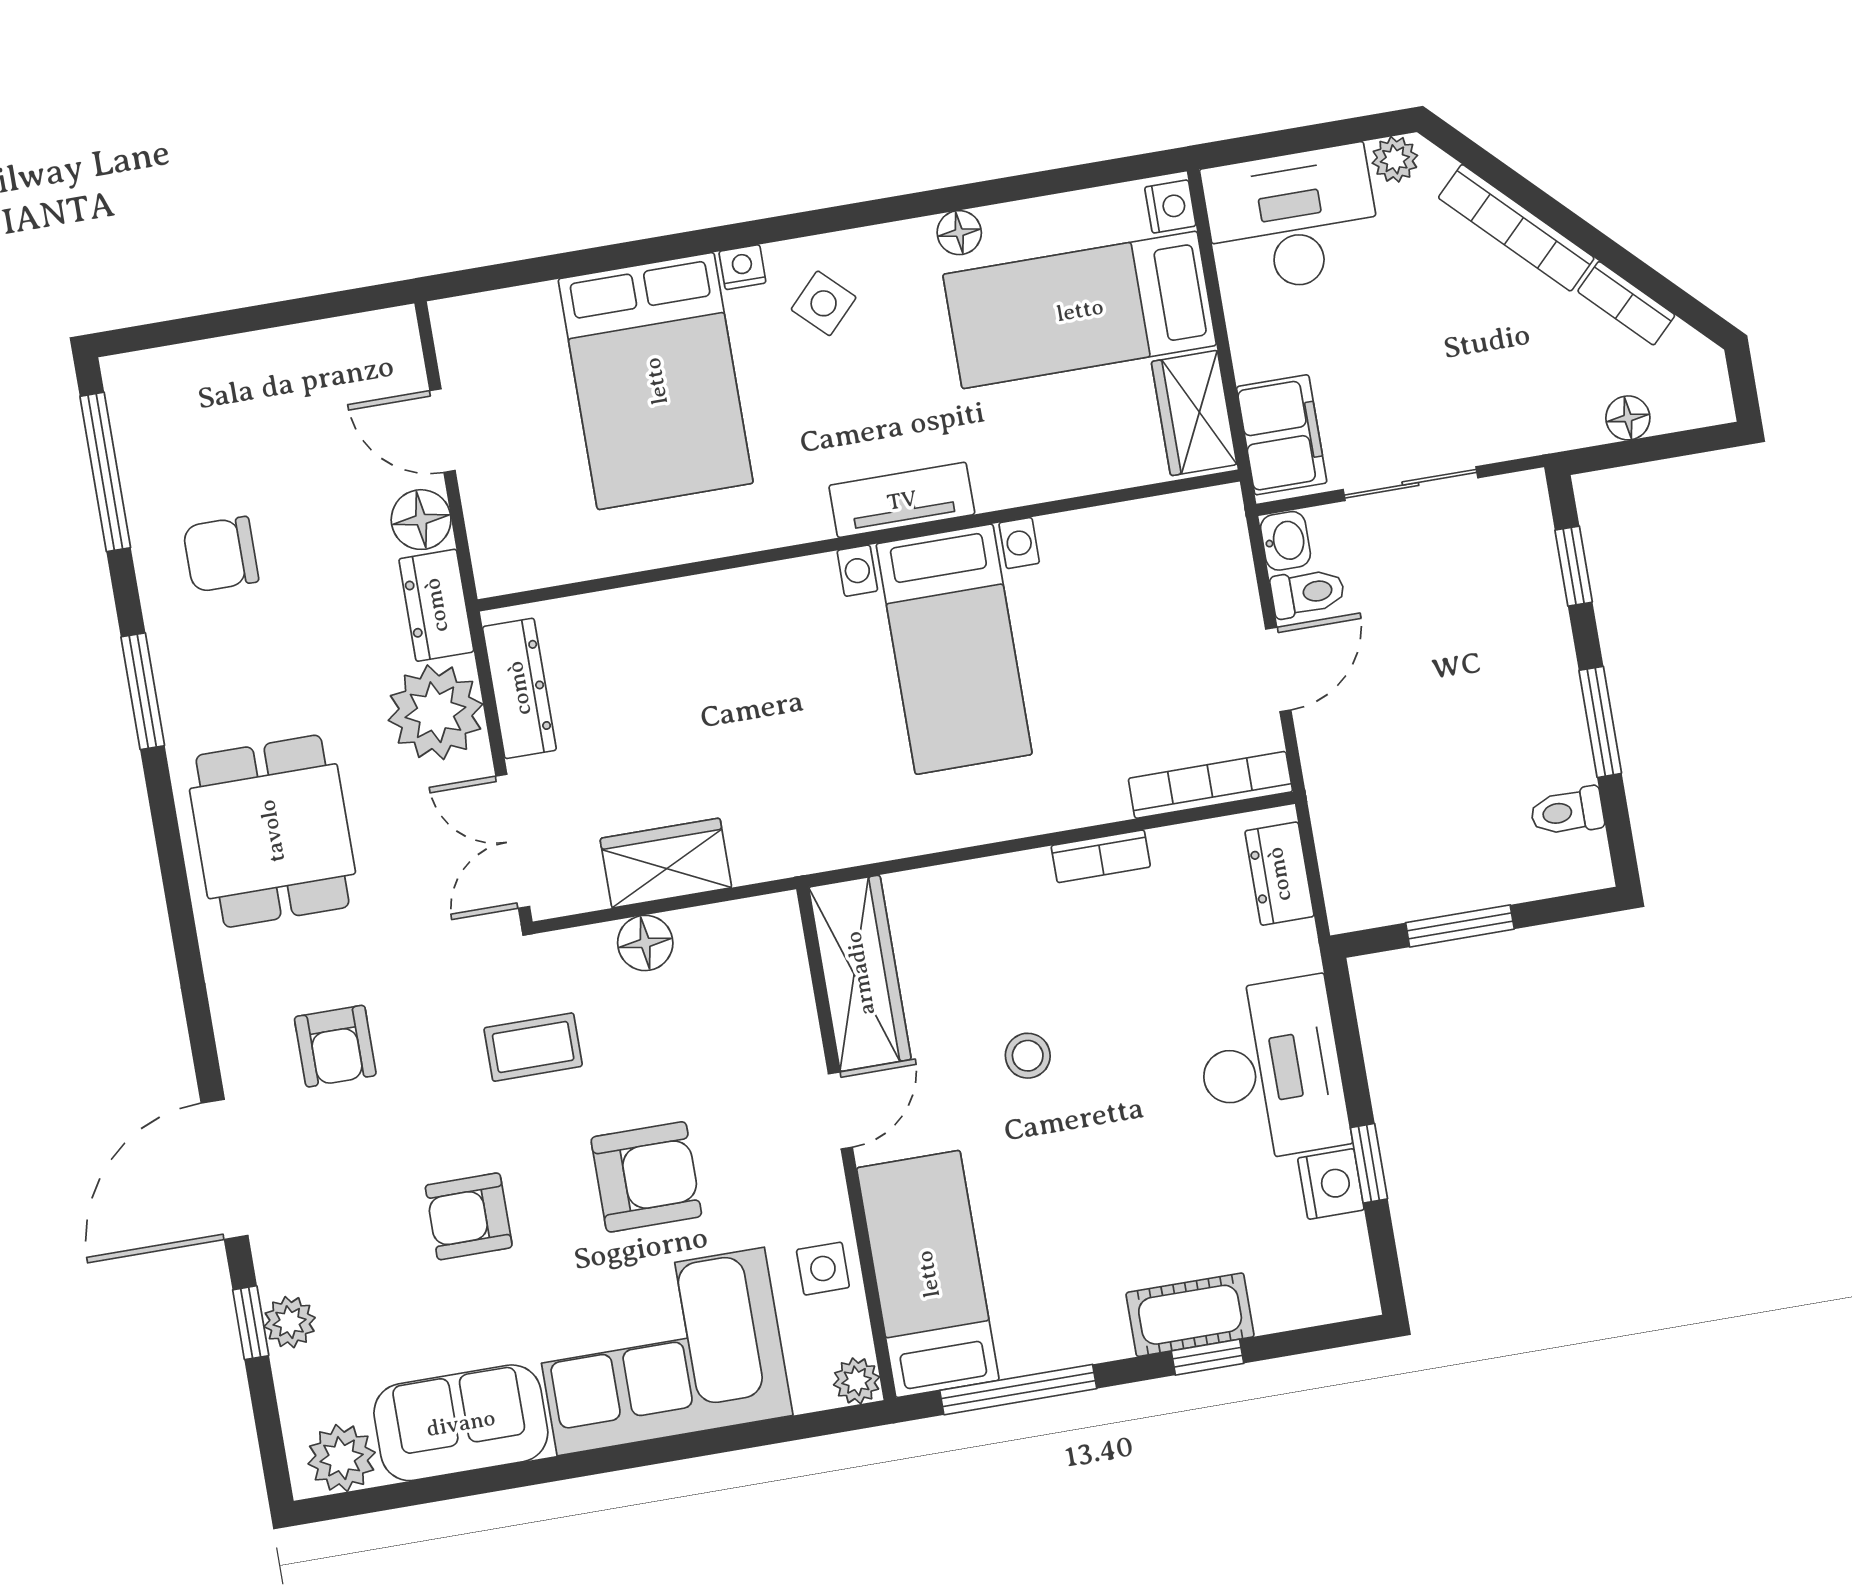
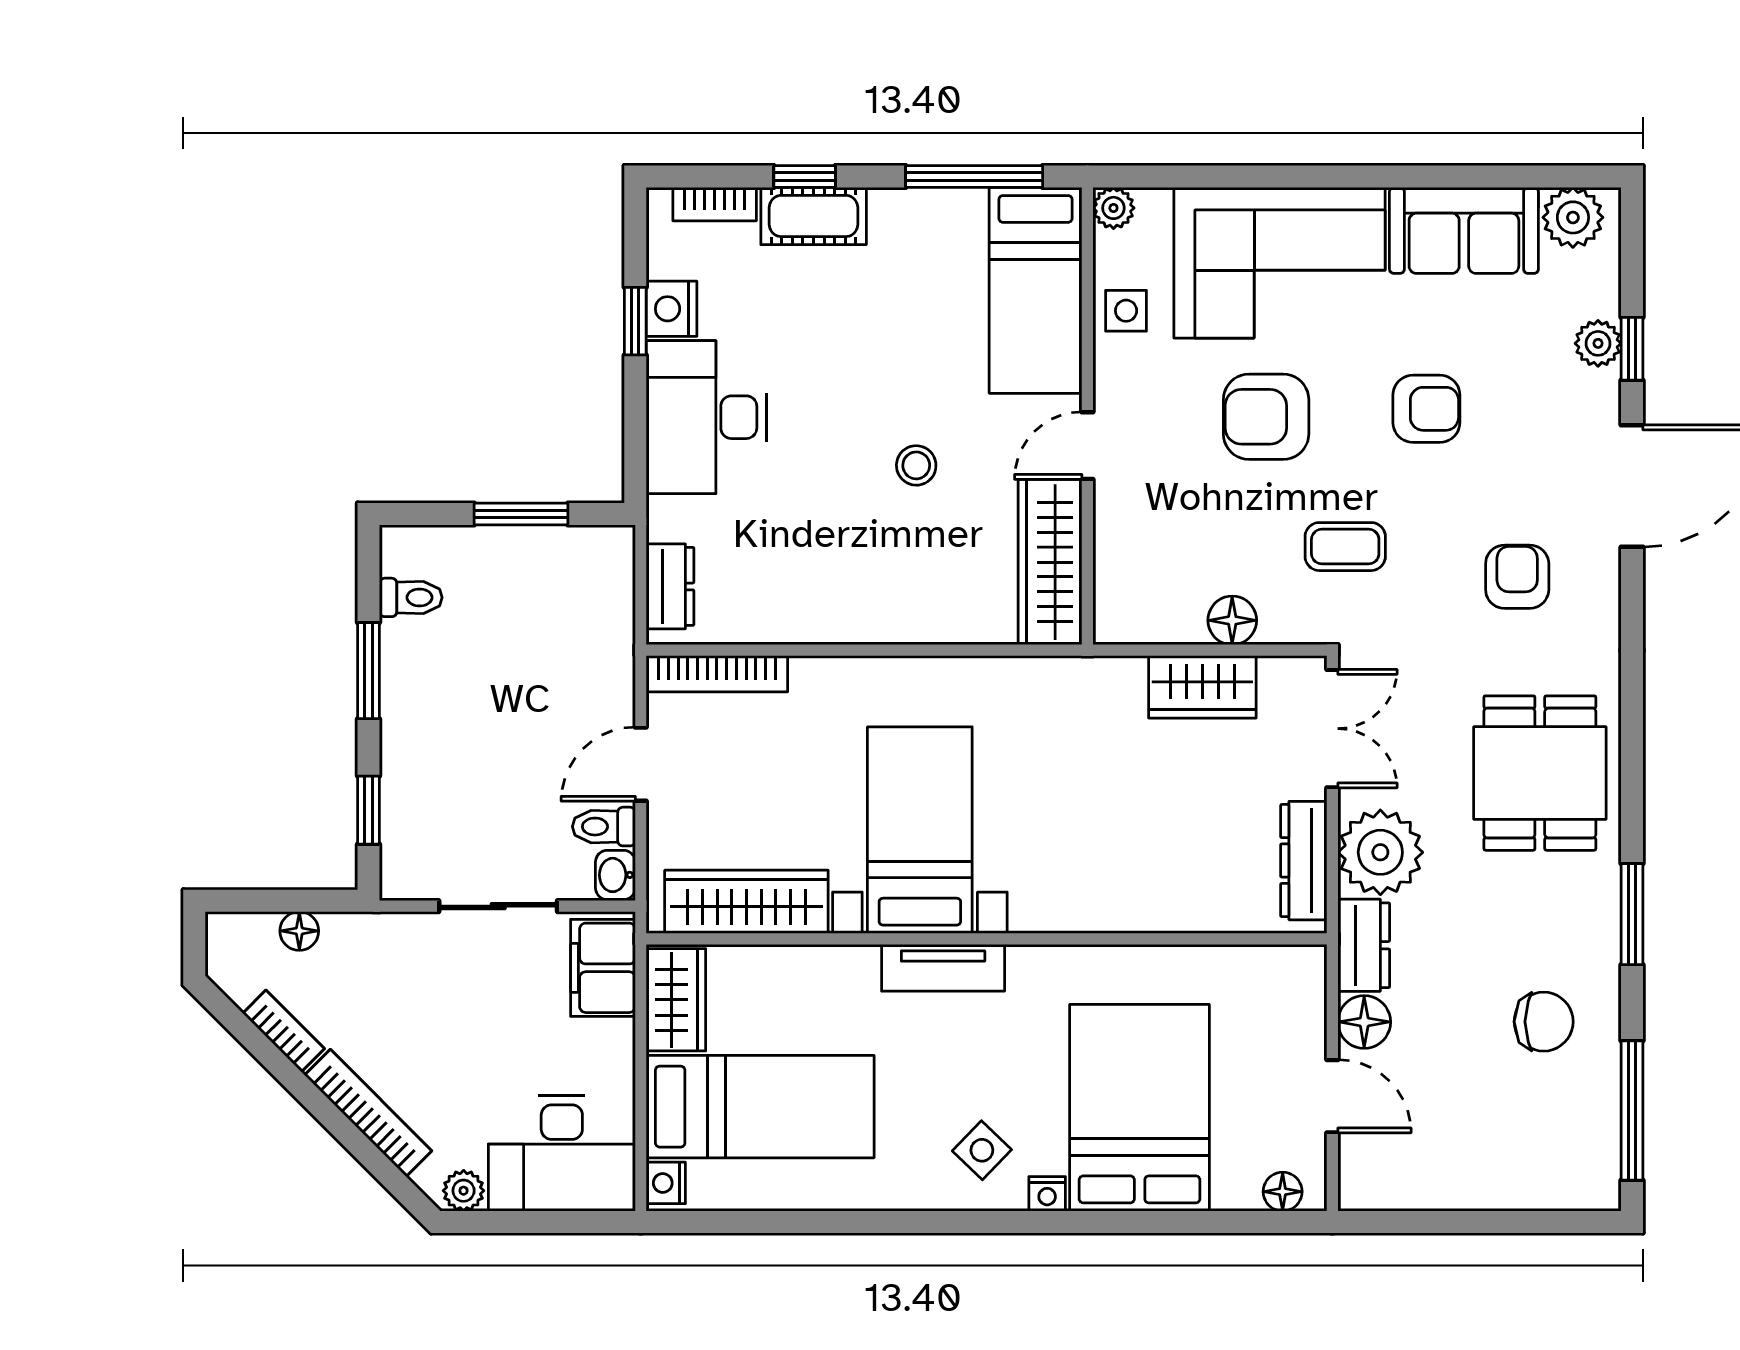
floor lamp: (959, 233) -> (1283, 1192), moved
wardrobe: (1134, 536) -> (746, 902), added
bookcase: (1101, 856) -> (715, 204), moved, turned 180

